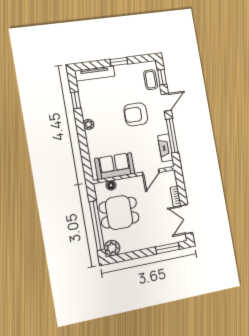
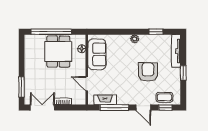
armchair: (136, 114) -> (148, 72), moved
plant: (112, 248) -> (31, 41), removed

